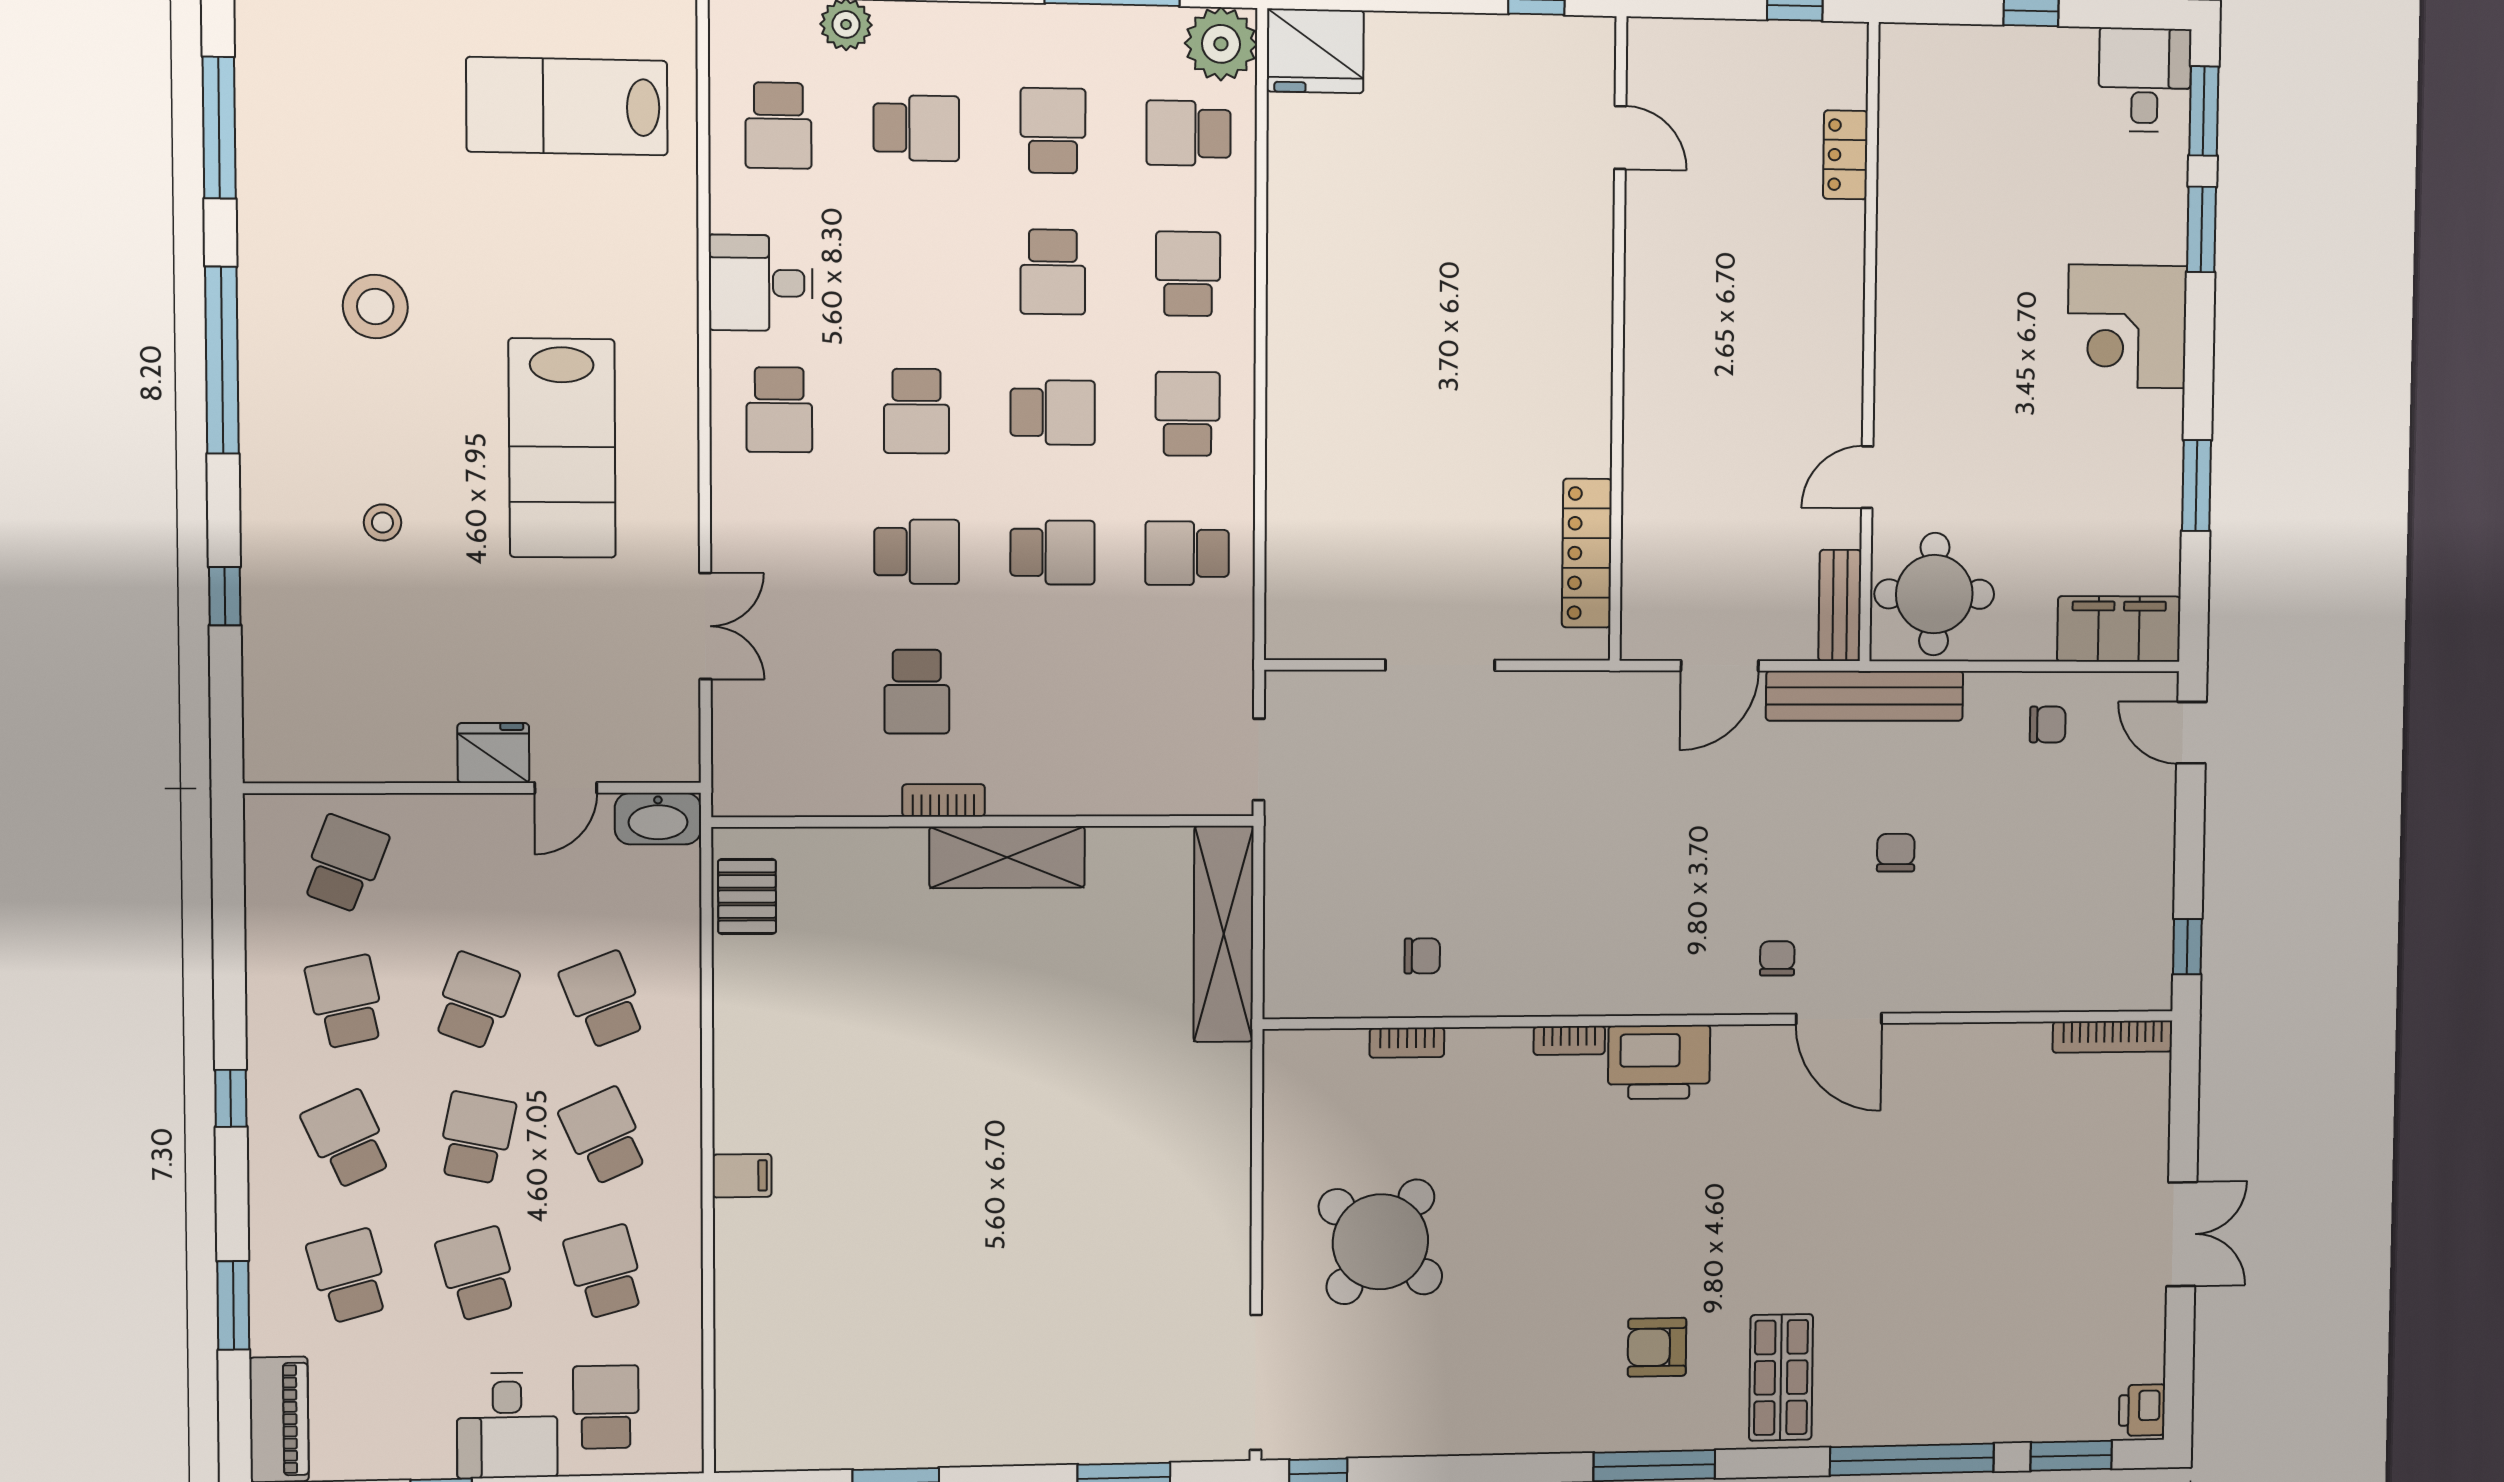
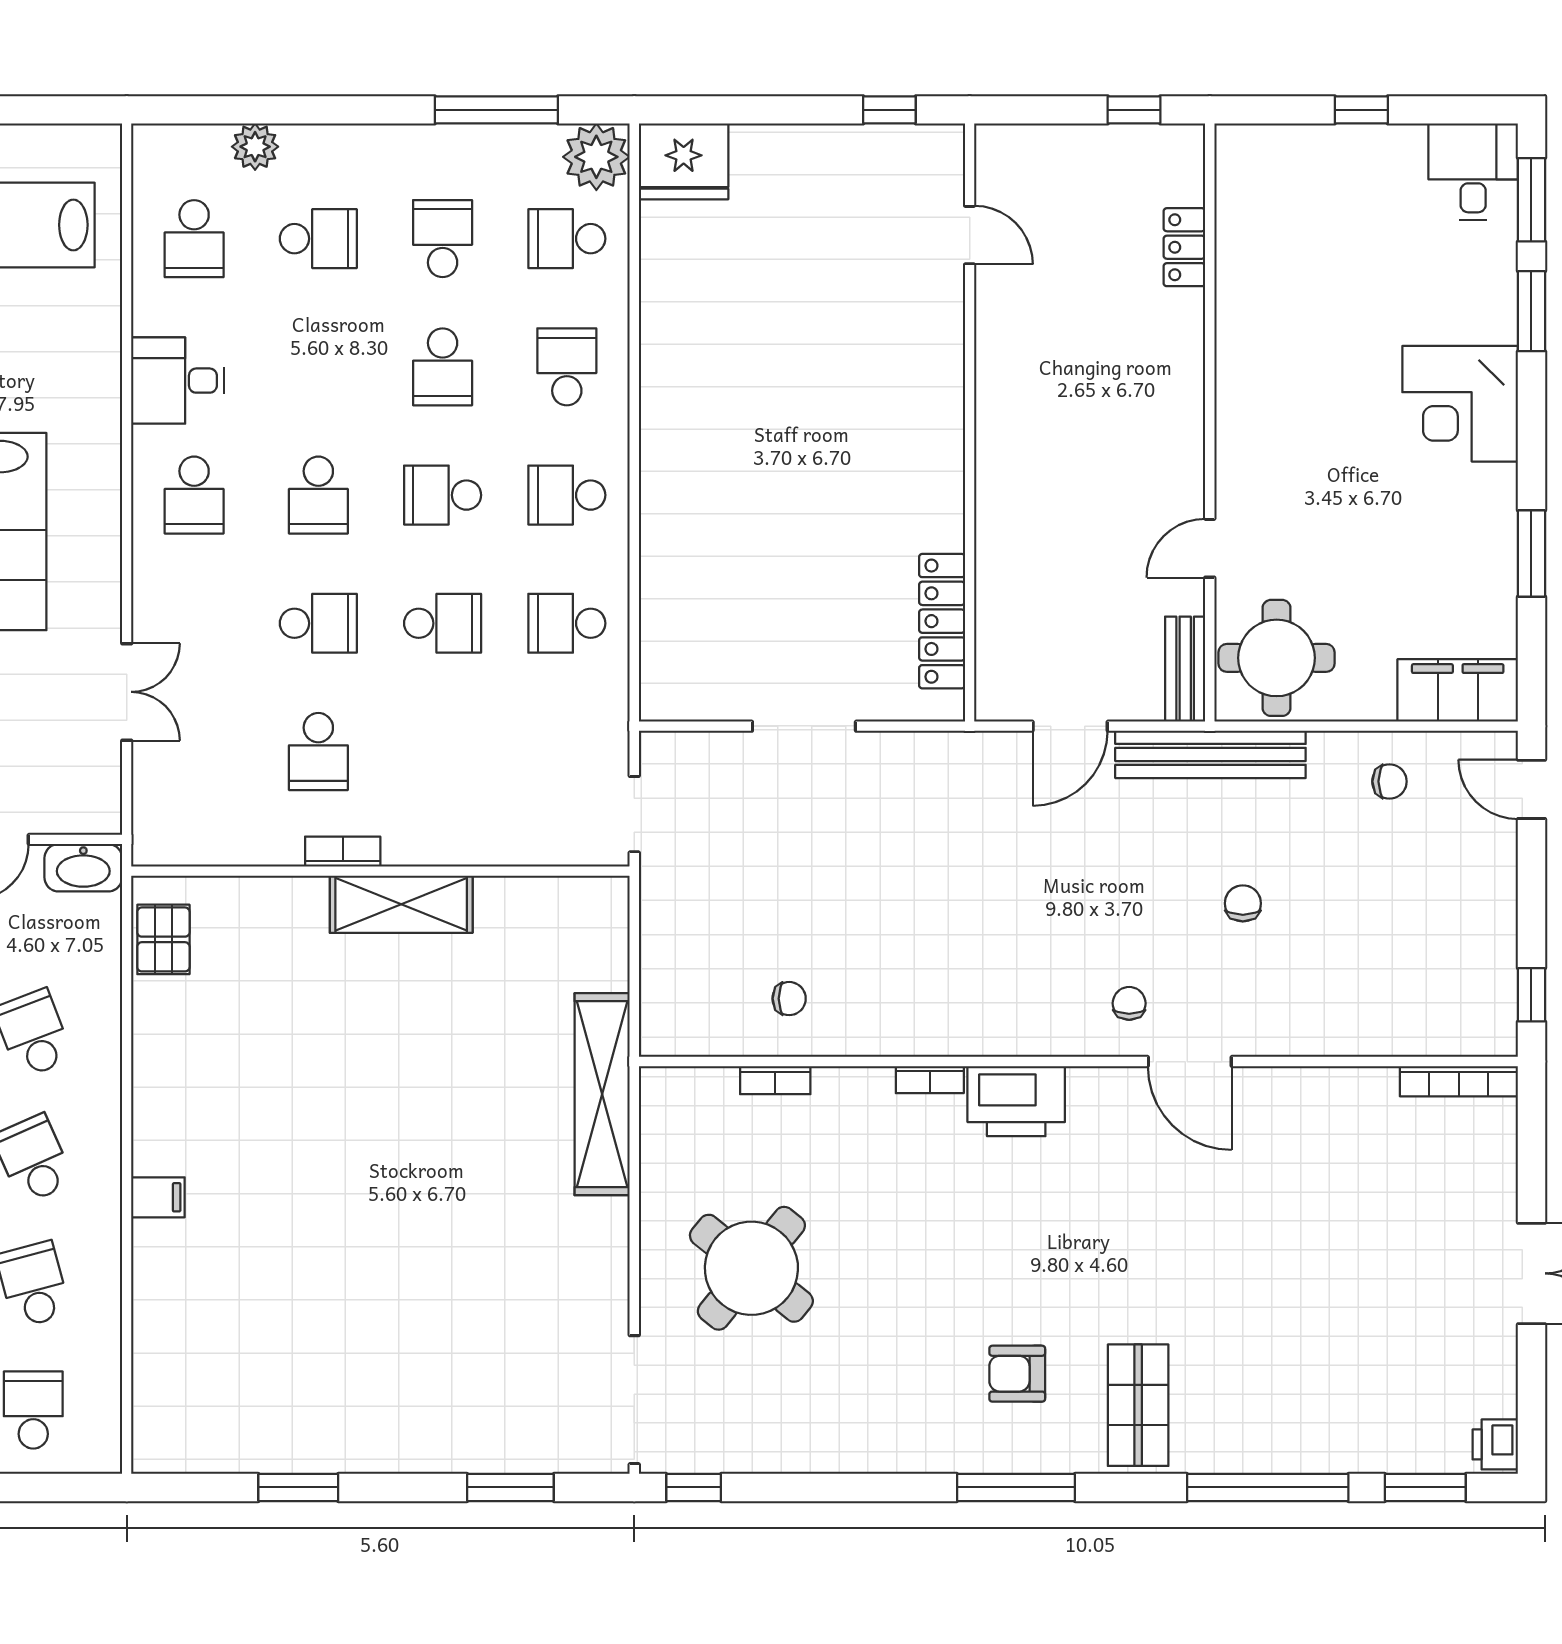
school desk: (1053, 412) -> (443, 495), turned 180
school desk: (1188, 414) -> (567, 495), turned -90
shelving: (1224, 934) -> (602, 1094), moved

